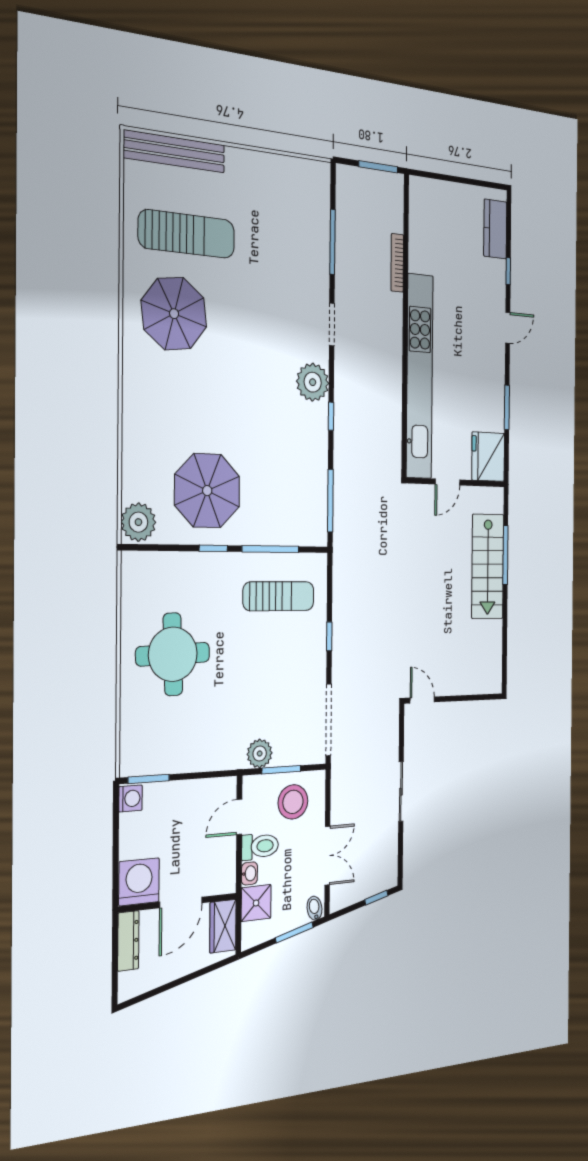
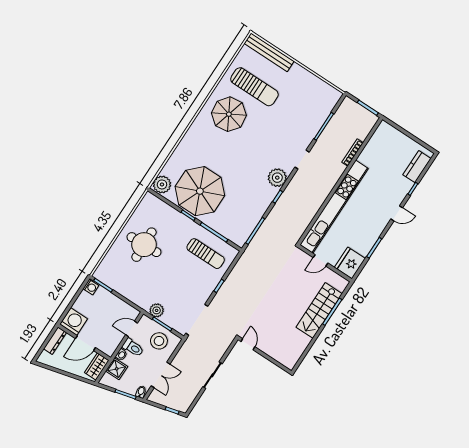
parasol: (207, 491) -> (200, 191), width x1.36, depth x1.36

